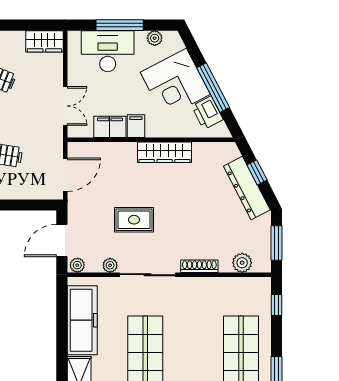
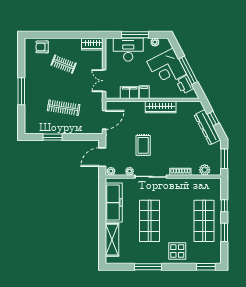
double door: (65, 106) -> (104, 81), swing flipped
rug: (134, 220) -> (143, 145), turned 90
window: (276, 305) -> (224, 206), moved

